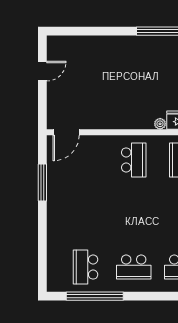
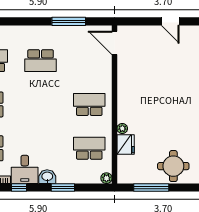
school desk: (134, 160) -> (89, 104), turned 180
school desk: (86, 213) -> (41, 61), added

